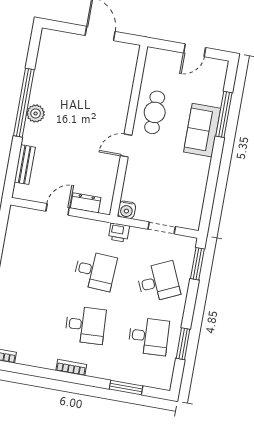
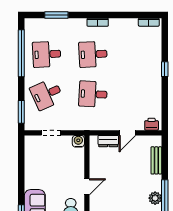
printer: (119, 232) -> (152, 124), moved
window: (183, 344) -> (21, 53), width x2.11

